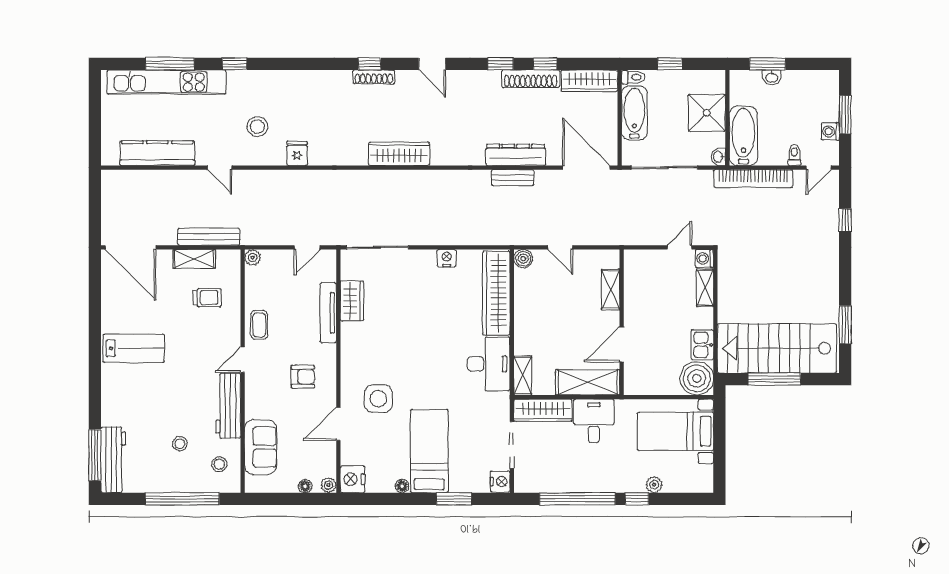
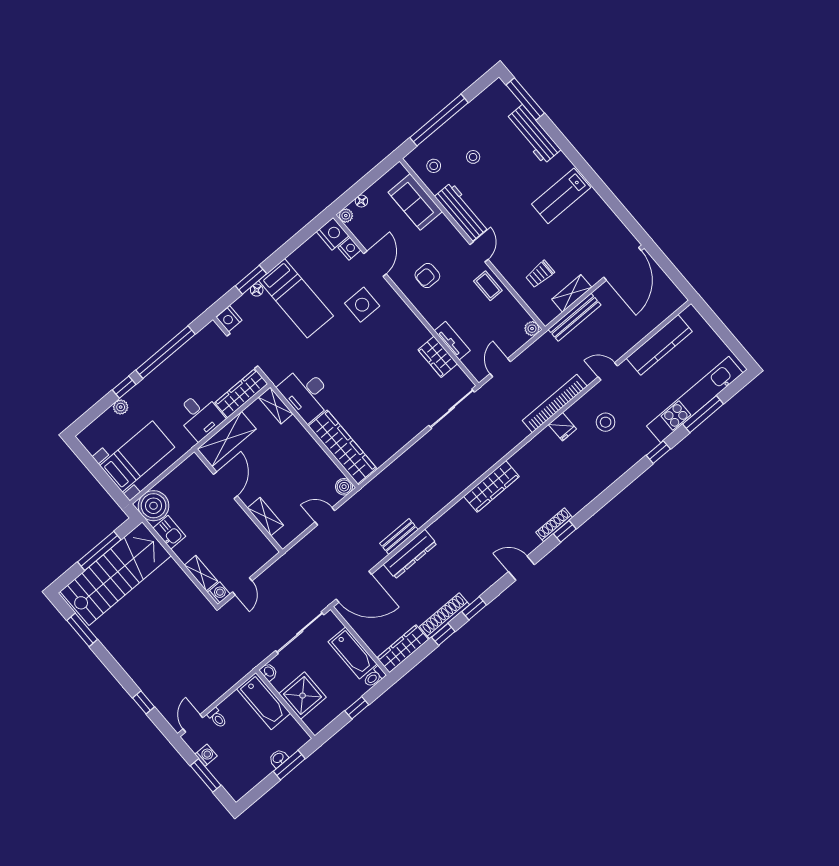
bookcase: (753, 179) -> (555, 403), moved
door: (131, 247) -> (623, 264), swing flipped
nightstand: (447, 258) -> (350, 249), moved, turned -90
tv unit: (328, 313) -> (452, 341), width x0.71
workbench: (113, 460) -> (533, 134), moved
floor lamp: (402, 486) -> (257, 290), moved

